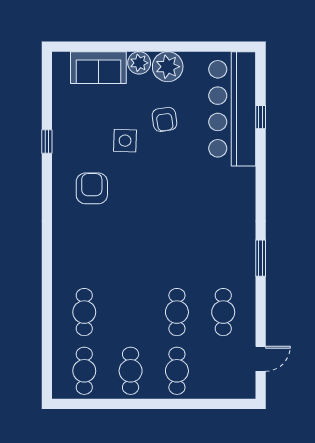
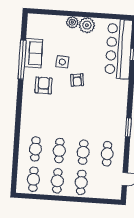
sofa: (98, 68) -> (33, 53), moved, turned -90
armchair: (164, 119) -> (77, 80), moved
window: (47, 142) -> (22, 60), width x3.17
cafe table: (131, 312) -> (59, 151), added

